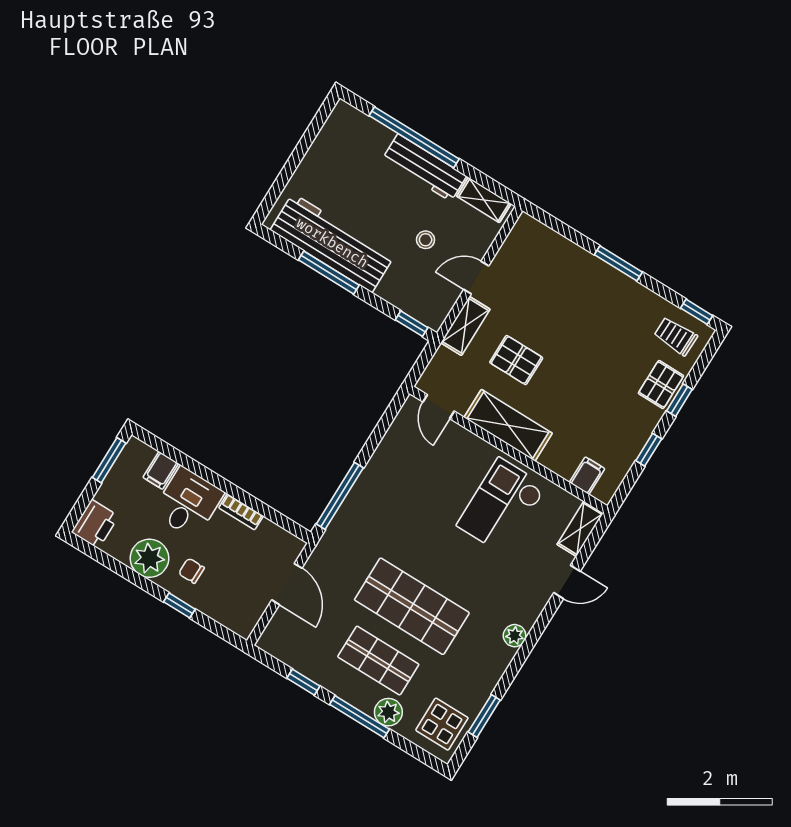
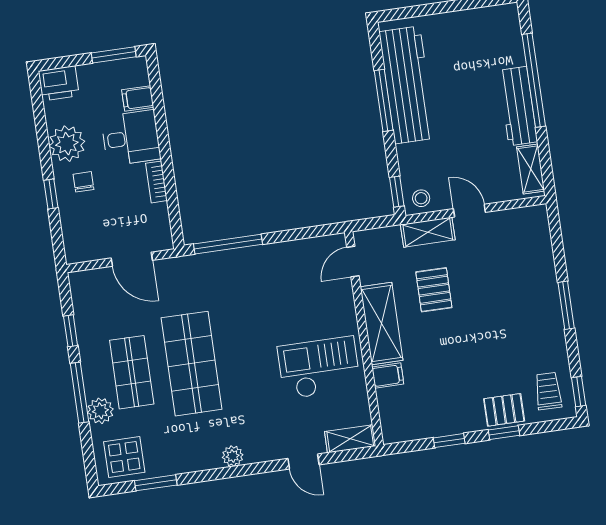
stool: (426, 240) -> (421, 198), moved
filing cabinet: (587, 476) -> (388, 376), moved
door: (287, 584) -> (132, 259), hinge flipped

